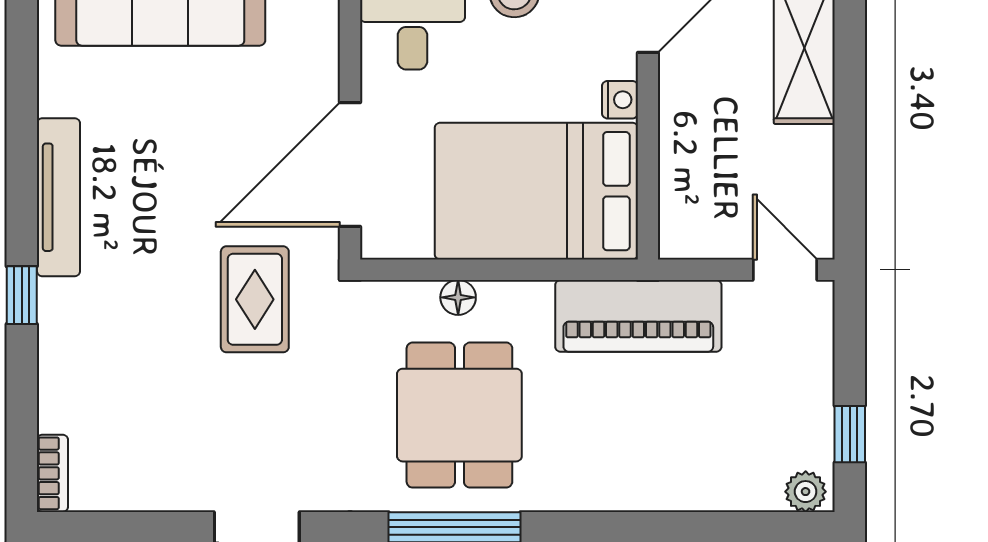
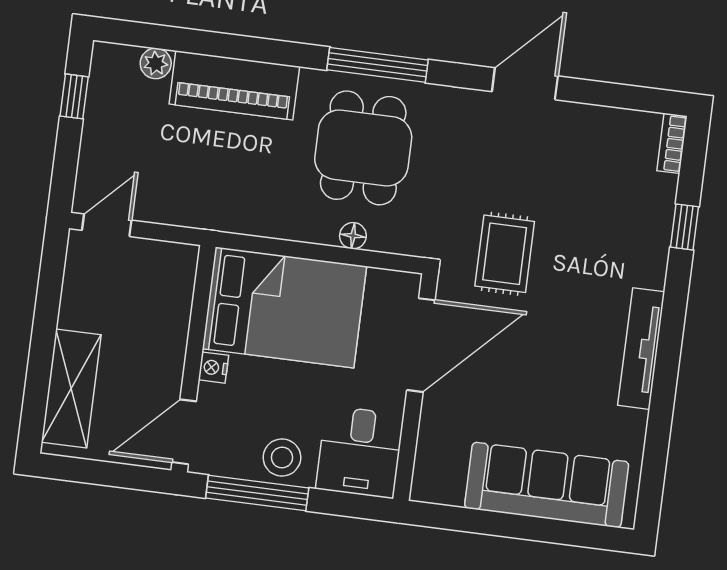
door: (785, 270) -> (107, 225), swing flipped
window: (22, 295) -> (685, 227), moved
piano: (638, 316) -> (234, 85), moved, turned 180
plant: (806, 492) -> (156, 63), moved

